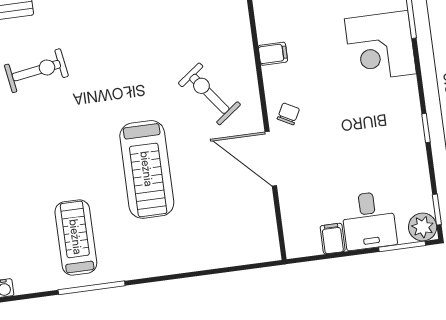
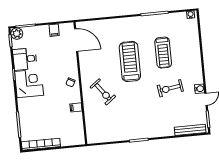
corner desk: (380, 46) -> (29, 83), moved
exercise bike: (36, 71) -> (170, 88), moved
door: (271, 159) -> (76, 40), moved
desk: (369, 221) -> (25, 59), moved, turned -90
treadmill: (76, 237) -> (163, 53), moved

